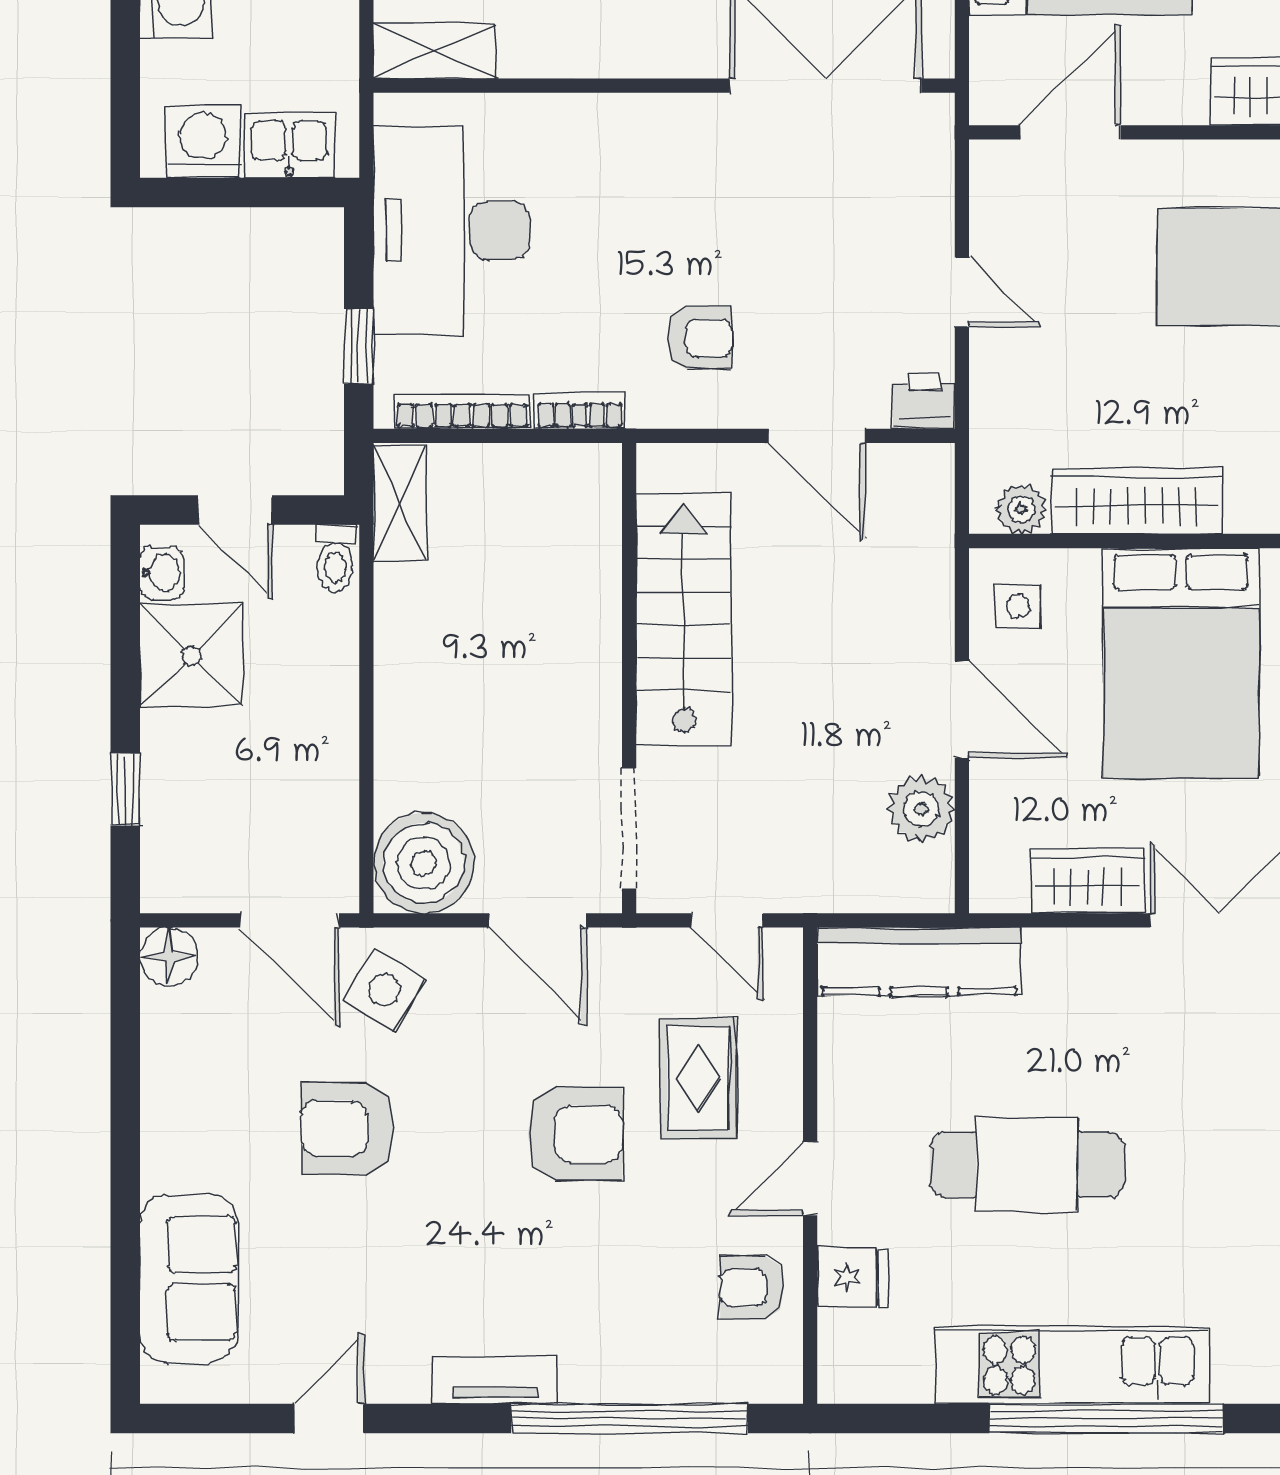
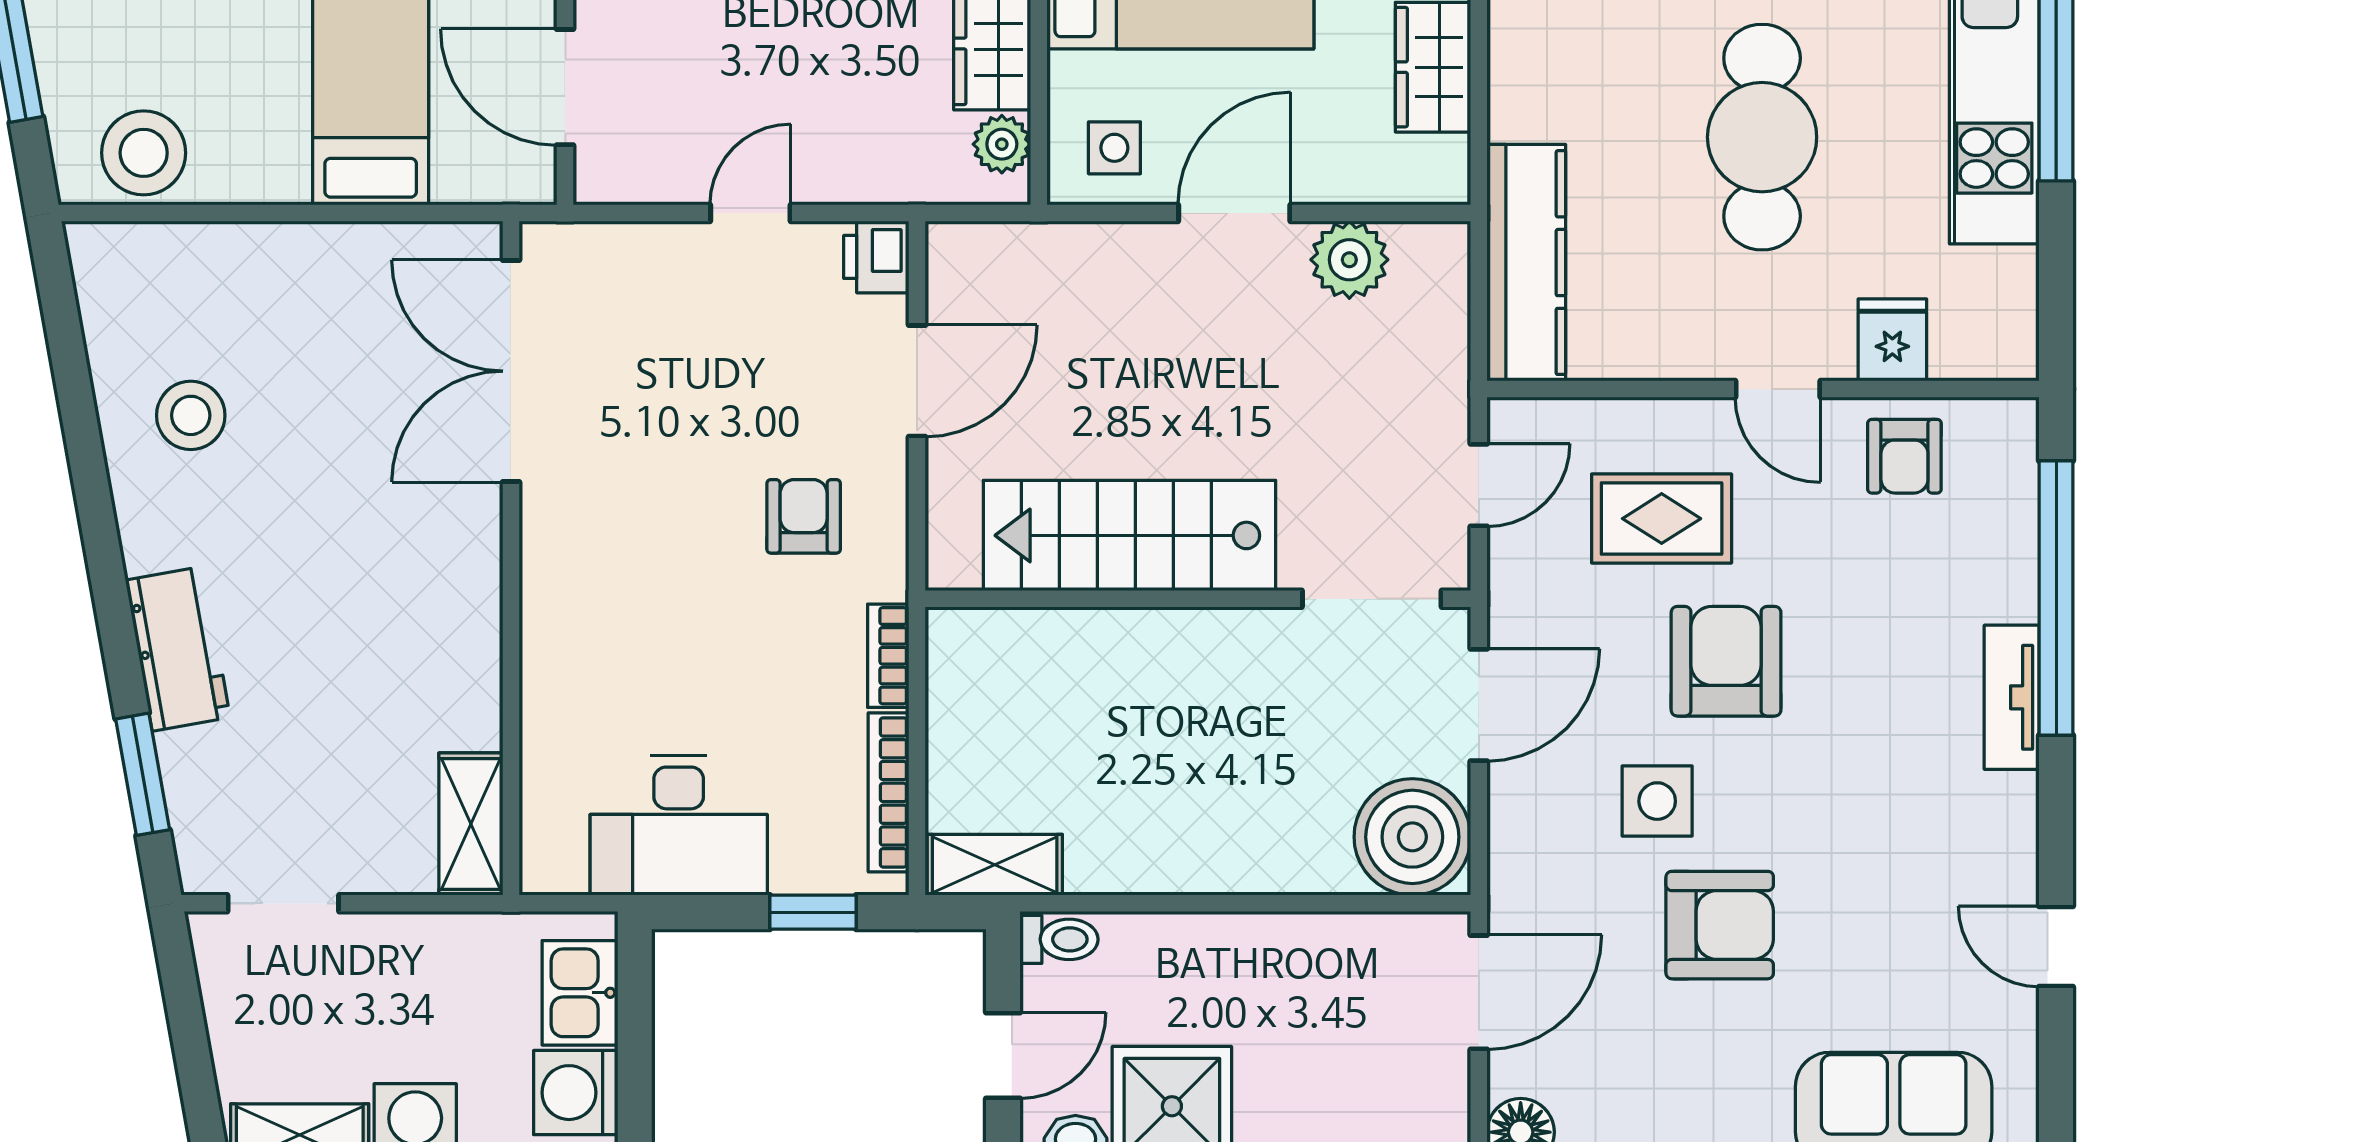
desk: (451, 230) -> (679, 826), width x0.73, depth x0.77
side table: (384, 990) -> (1657, 801), moved, turned -32
armchair: (348, 1128) -> (1720, 925), turned -90
tv unit: (495, 1380) -> (2012, 697), moved

